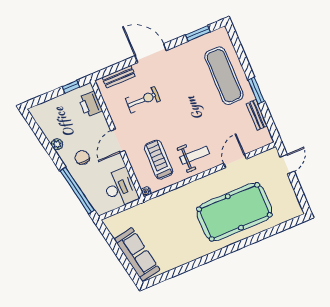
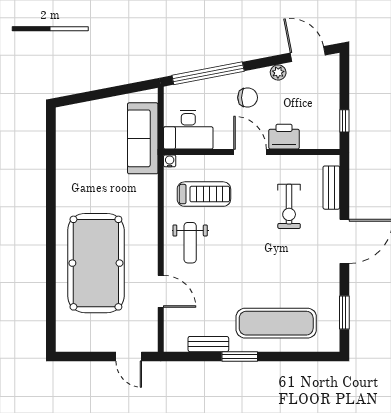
printer: (90, 104) -> (284, 137), moved
door: (37, 130) -> (308, 54), added
sofa: (137, 254) -> (143, 138), moved, turned 101

